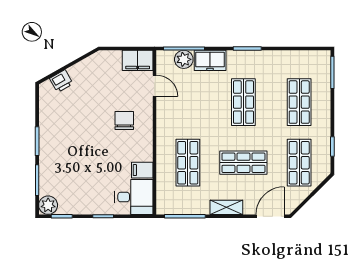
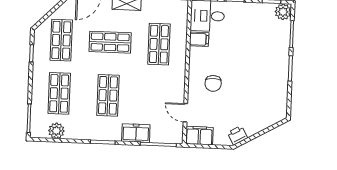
plant: (184, 59) -> (56, 131), moved
printer: (61, 81) -> (237, 135), moved

